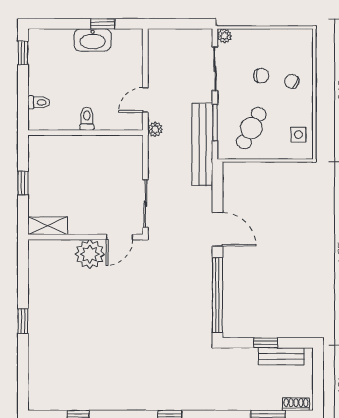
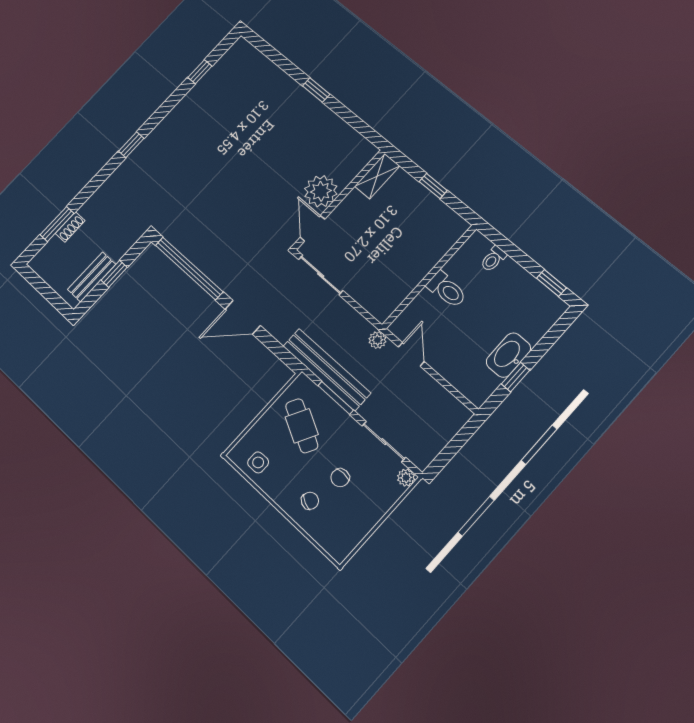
toilet: (87, 119) -> (447, 290), width x1.37, depth x1.39
shoe rack: (296, 404) -> (70, 227), moved

